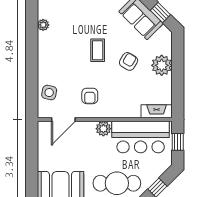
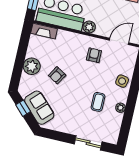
plant: (43, 25) -> (121, 108), moved
coffee table: (98, 50) -> (98, 102), moved
side table: (49, 93) -> (122, 81), moved

